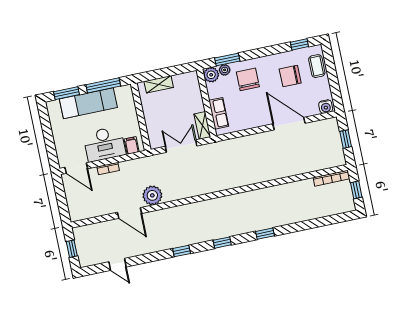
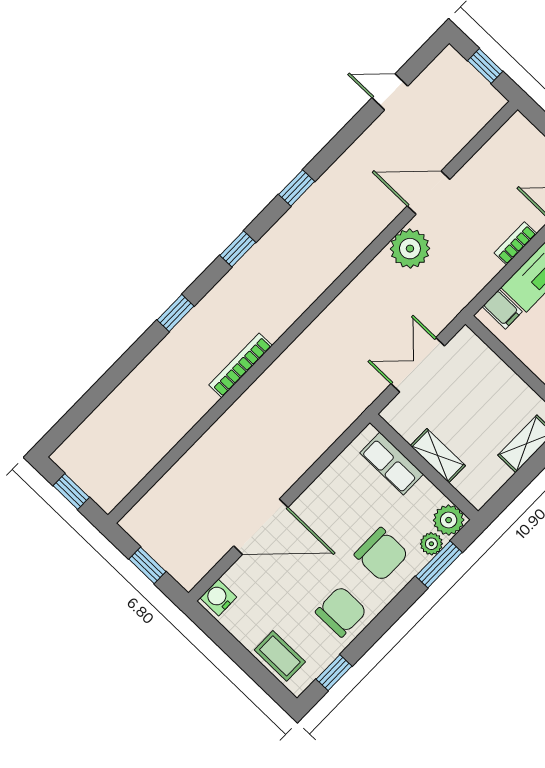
chair: (290, 76) -> (341, 612), moved
shelving: (202, 125) -> (438, 456), moved
double door: (181, 146) -> (418, 365), swing flipped
bookcase: (331, 178) -> (241, 365), moved

